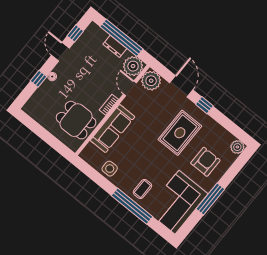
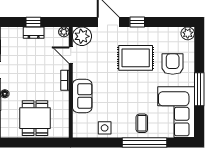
window: (122, 38) -> (33, 22), width x0.32
plant: (133, 66) -> (64, 32), width x0.53, depth x0.53
dining table: (76, 120) -> (35, 118), moved, turned 90
sofa: (113, 129) -> (82, 96), width x0.73
rug: (180, 133) -> (136, 58), turned 90

